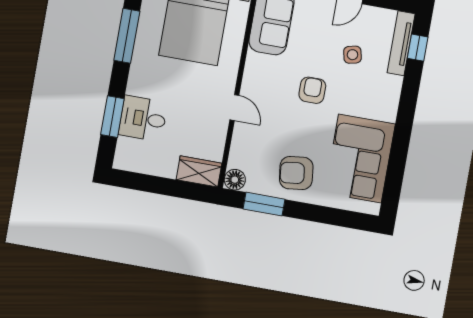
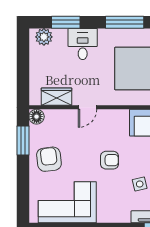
desk: (143, 118) -> (83, 44), moved
plant: (127, 150) -> (44, 37), added
wardrobe: (199, 171) -> (56, 97), moved, turned -90

